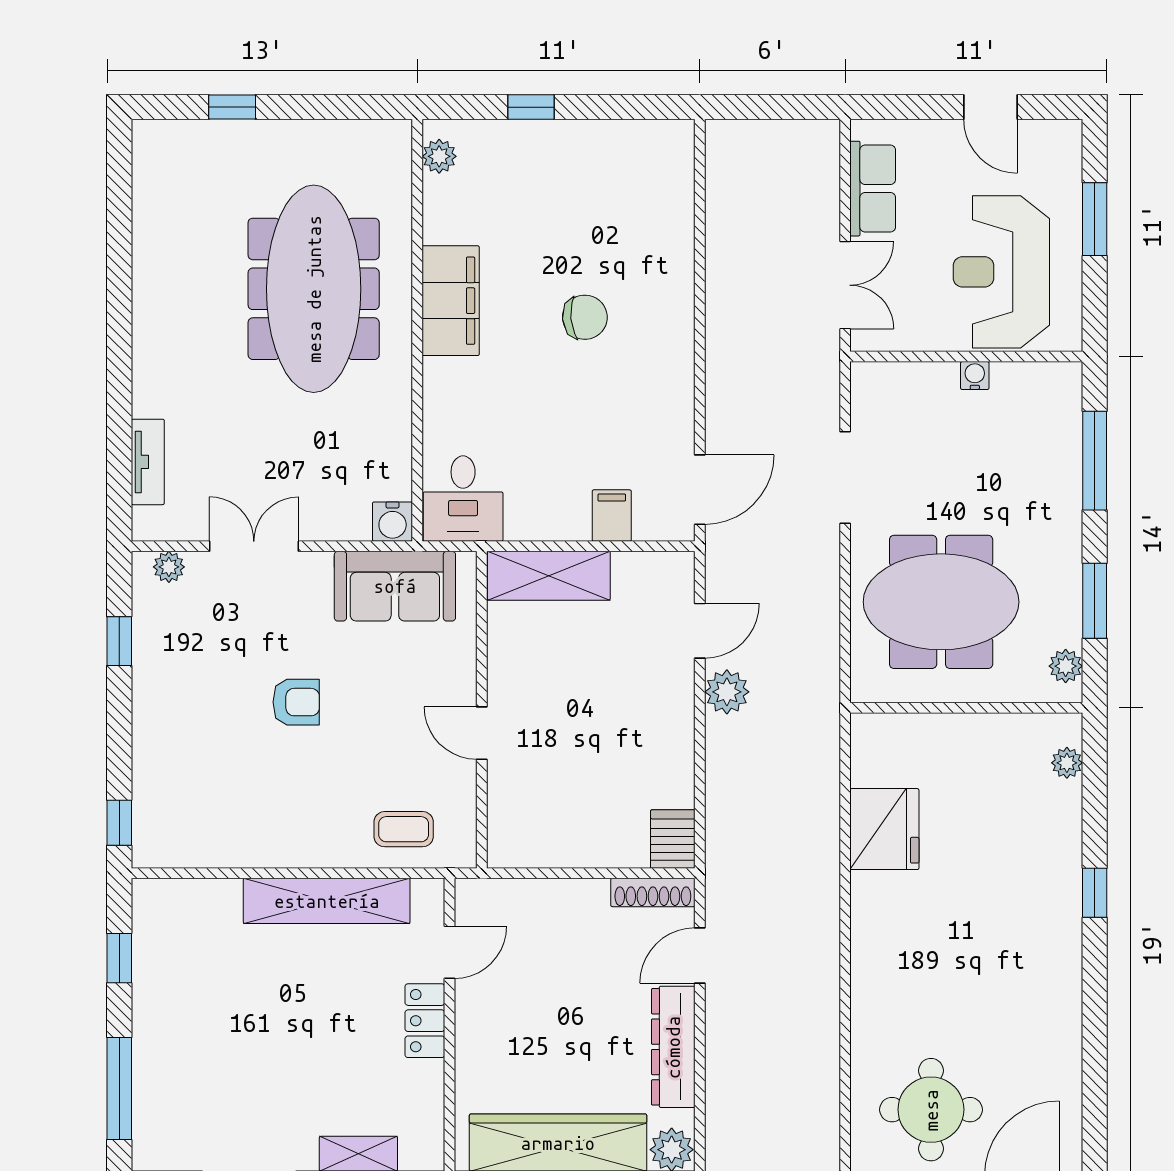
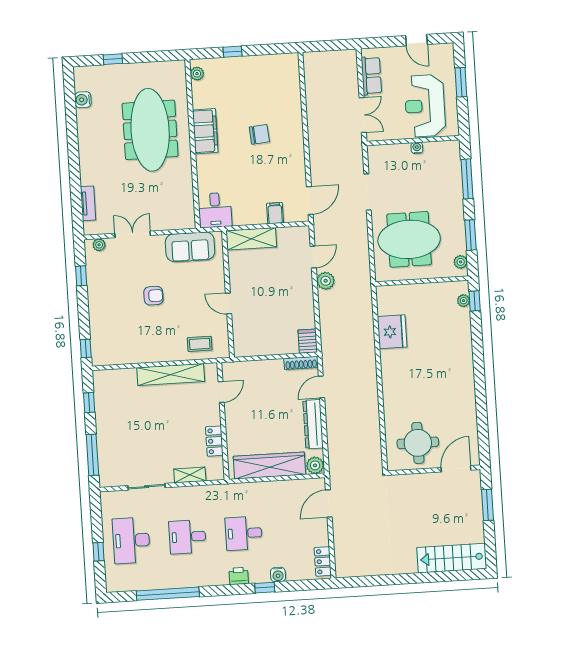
water cooler: (393, 522) -> (83, 100), moved, turned 90
window: (1095, 893) -> (475, 301), moved
locker: (425, 1021) -> (214, 441), moved

